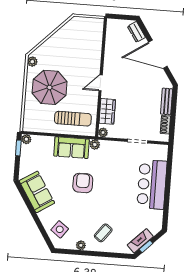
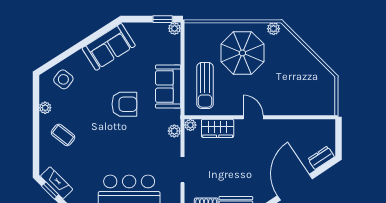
plant: (95, 145) -> (174, 131), moved

